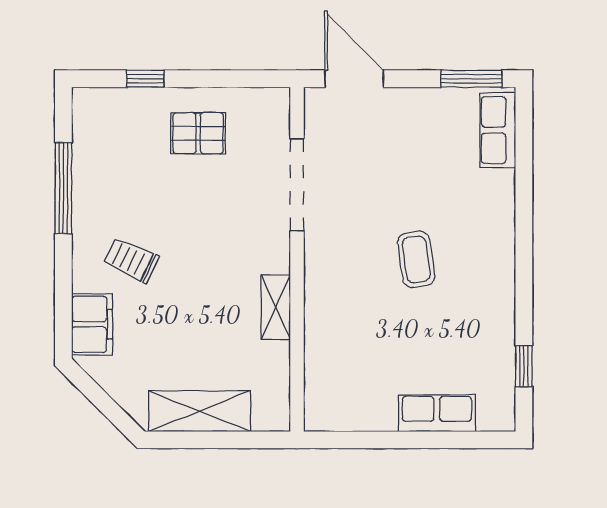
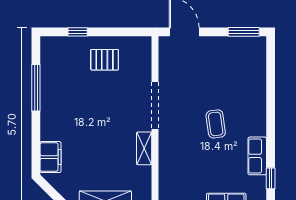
row of seats: (498, 130) -> (257, 156), moved
doorway: (297, 185) -> (155, 105), moved
trolley: (131, 260) -> (71, 124), removed

